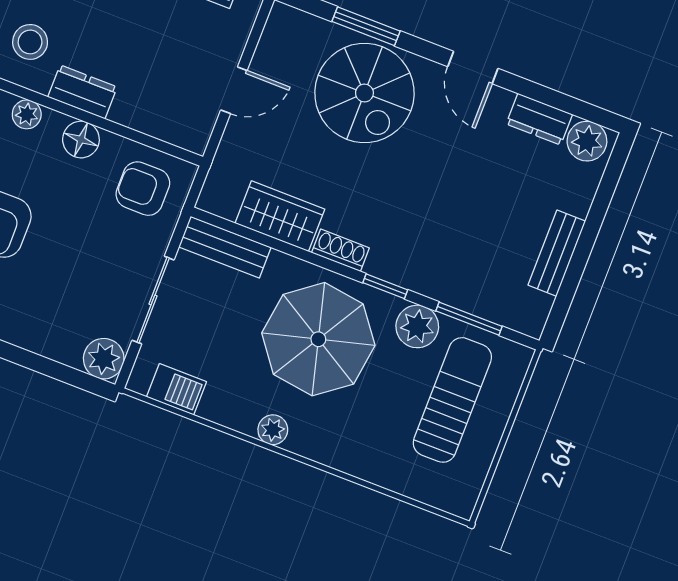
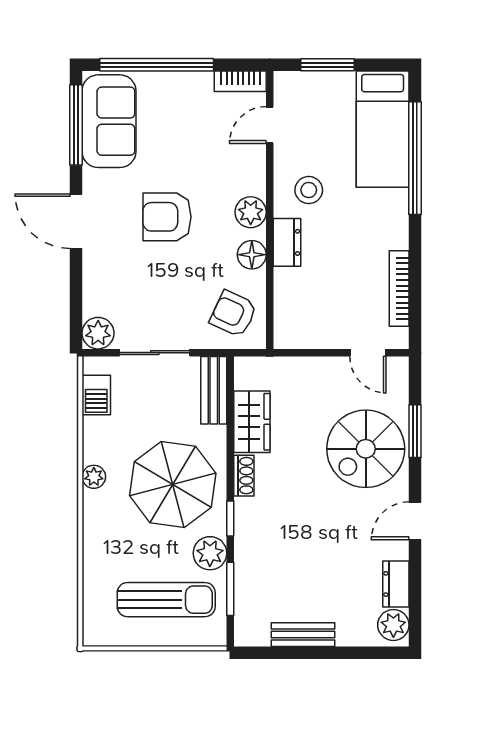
door: (234, 90) -> (368, 353), moved
plant: (27, 114) -> (251, 212), width x1.38, depth x1.38
armchair: (143, 189) -> (233, 314), turned -65

